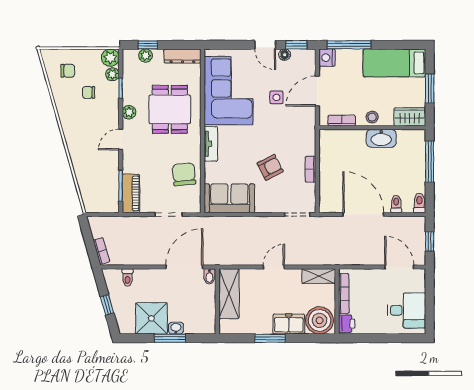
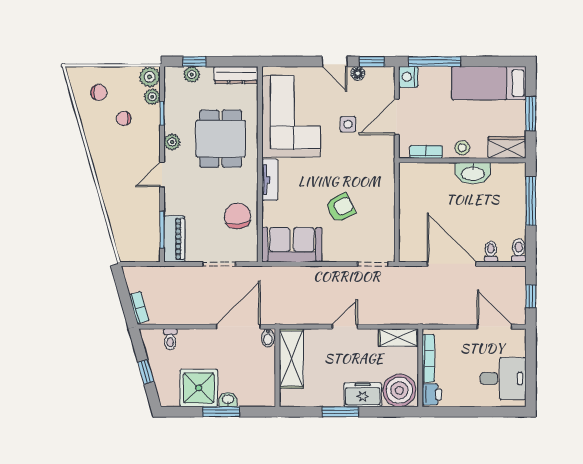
bookcase: (310, 169) -> (389, 210), removed

